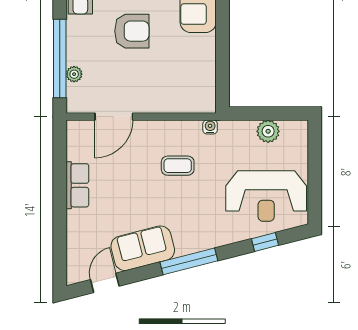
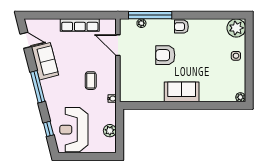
armchair: (132, 31) -> (165, 55), turned 90
row of seats: (77, 185) -> (80, 25), width x1.48

